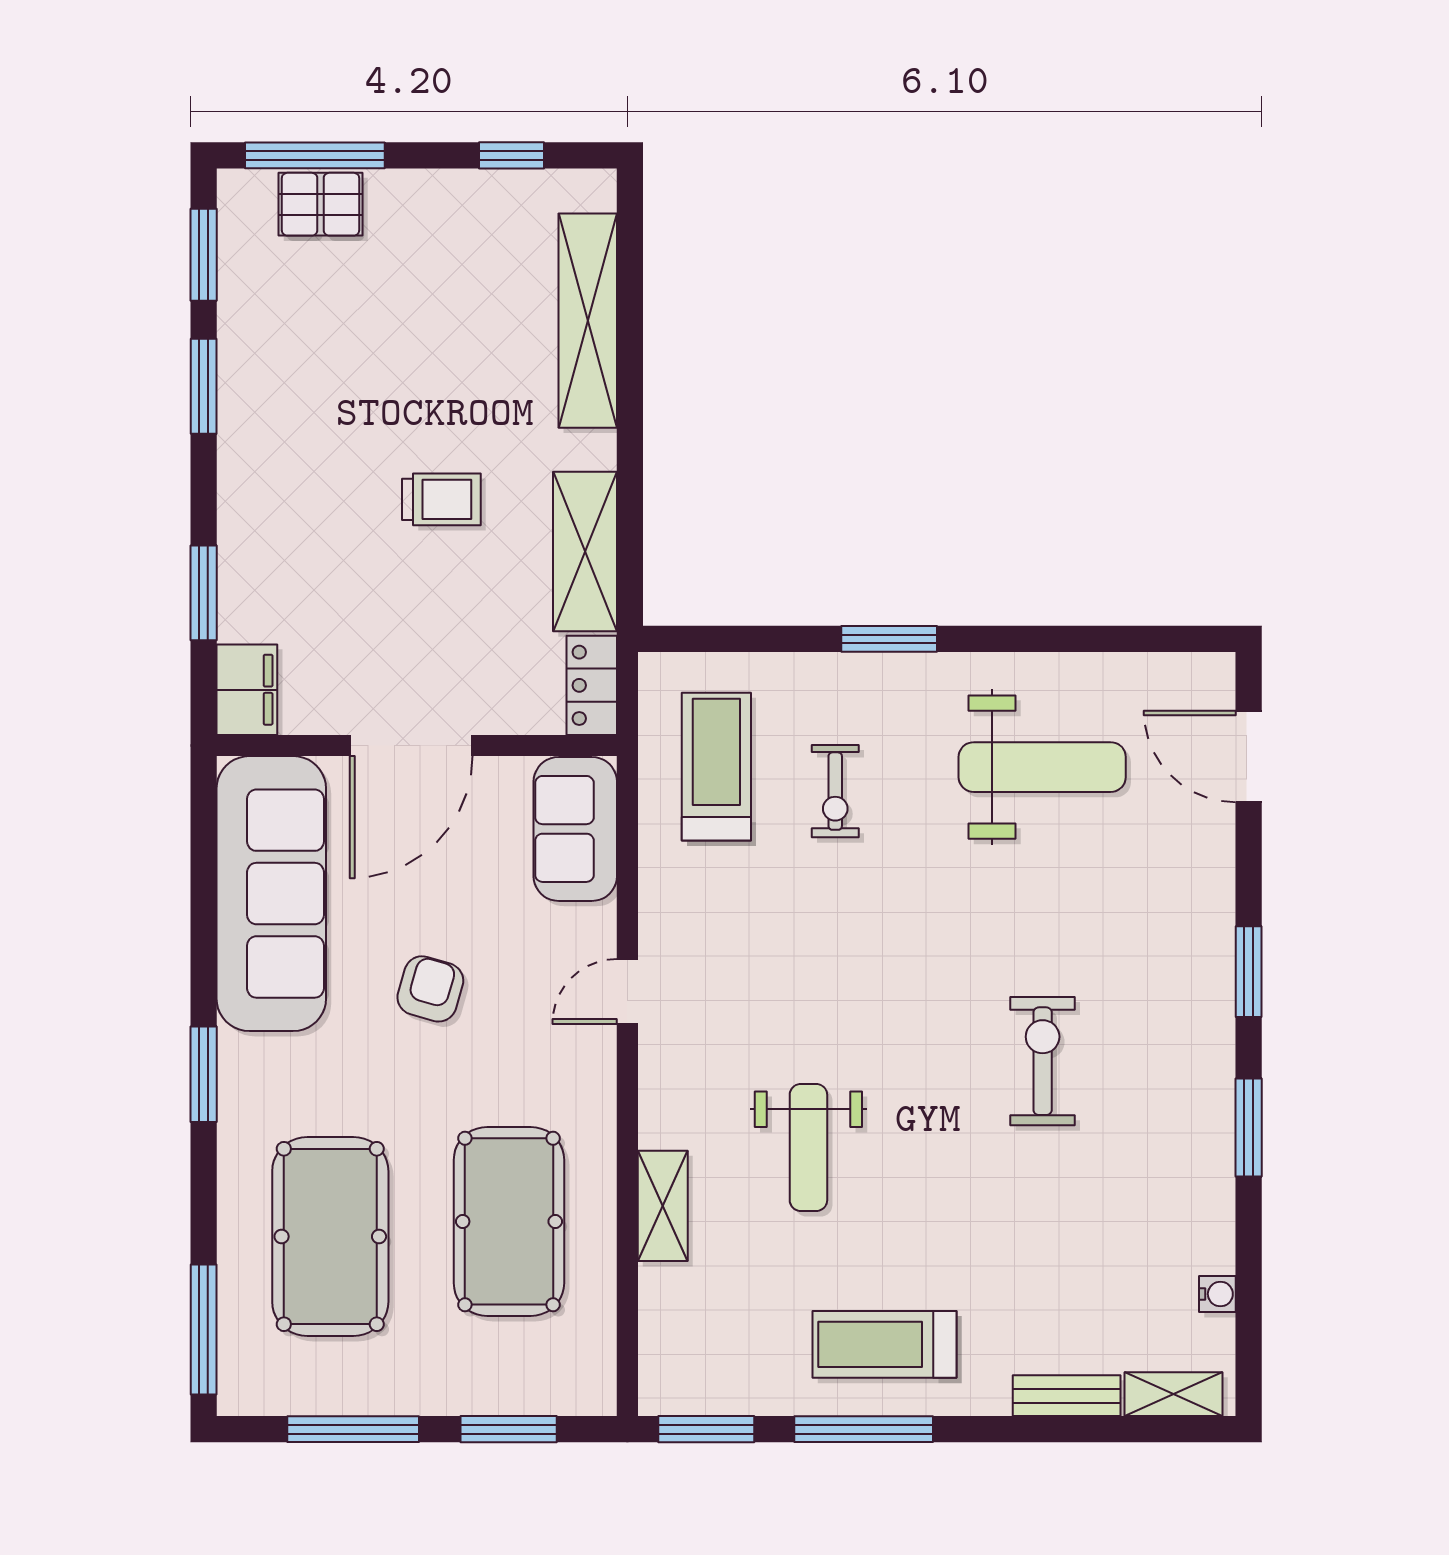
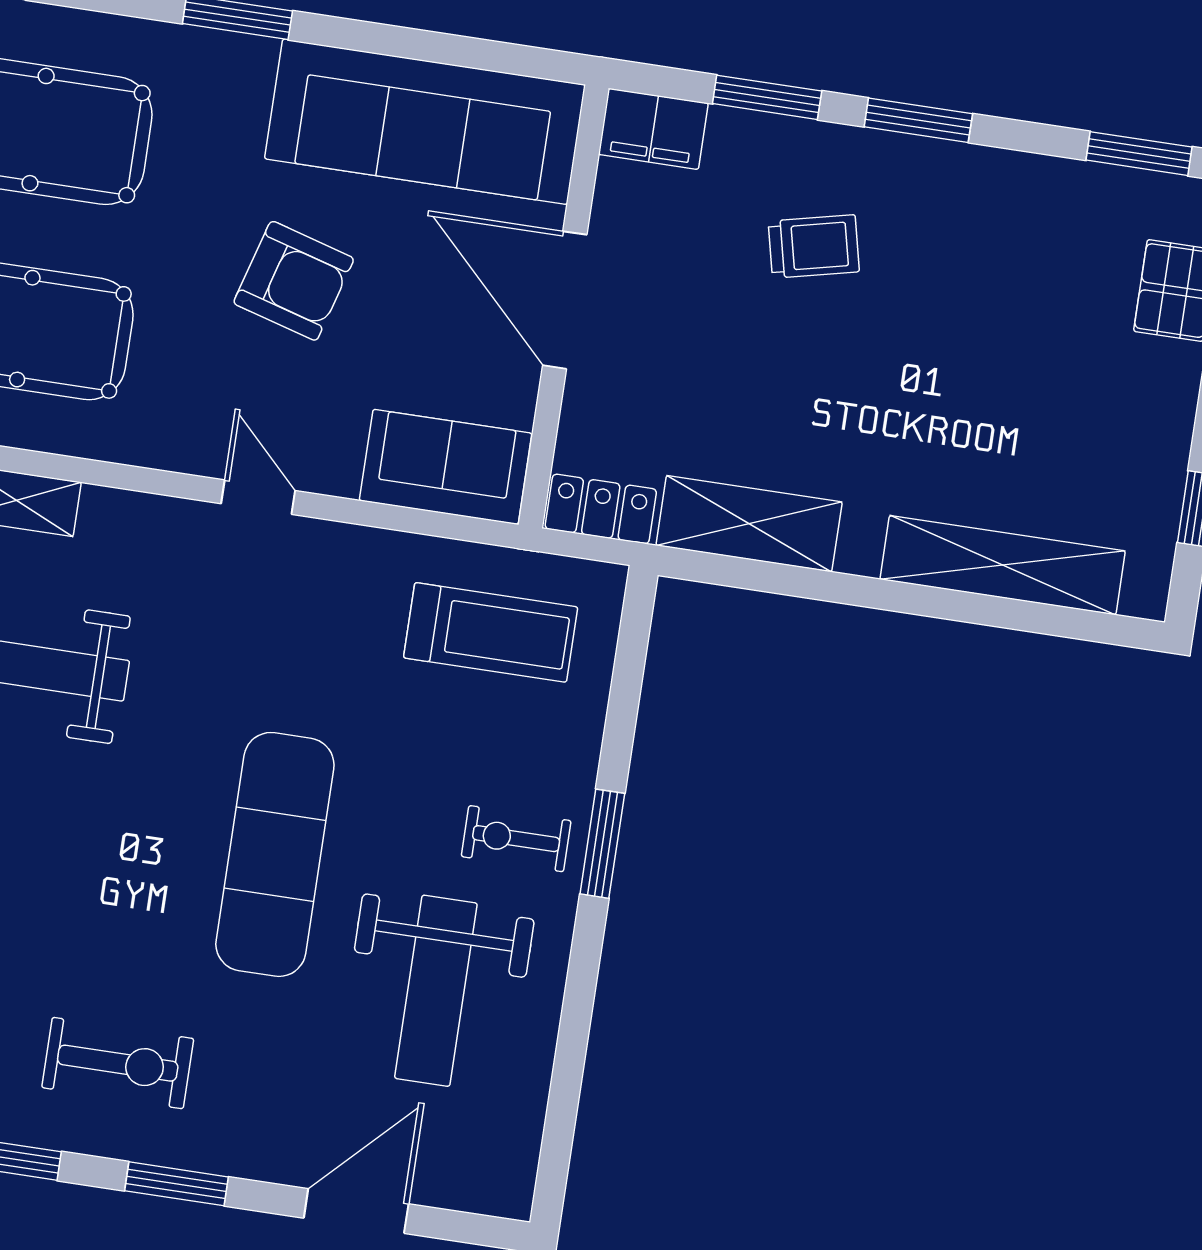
window: (204, 386) -> (918, 120), moved
trolley: (441, 499) -> (814, 246), moved, turned -103
door: (1249, 756) -> (356, 1211), moved
exercise bike: (835, 791) -> (516, 839), moved
exercise mat: (943, 929) -> (275, 854), added
armchair: (430, 989) -> (294, 281), width x1.38, depth x1.38
exercise bike: (1043, 1061) -> (118, 1063), moved

